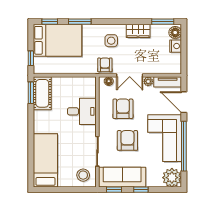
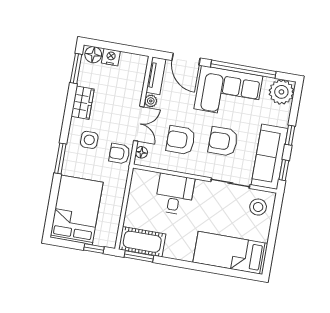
window: (50, 22) -> (50, 216), removed
window: (80, 22) -> (60, 158), moved
door: (184, 102) -> (186, 59), hinge flipped

